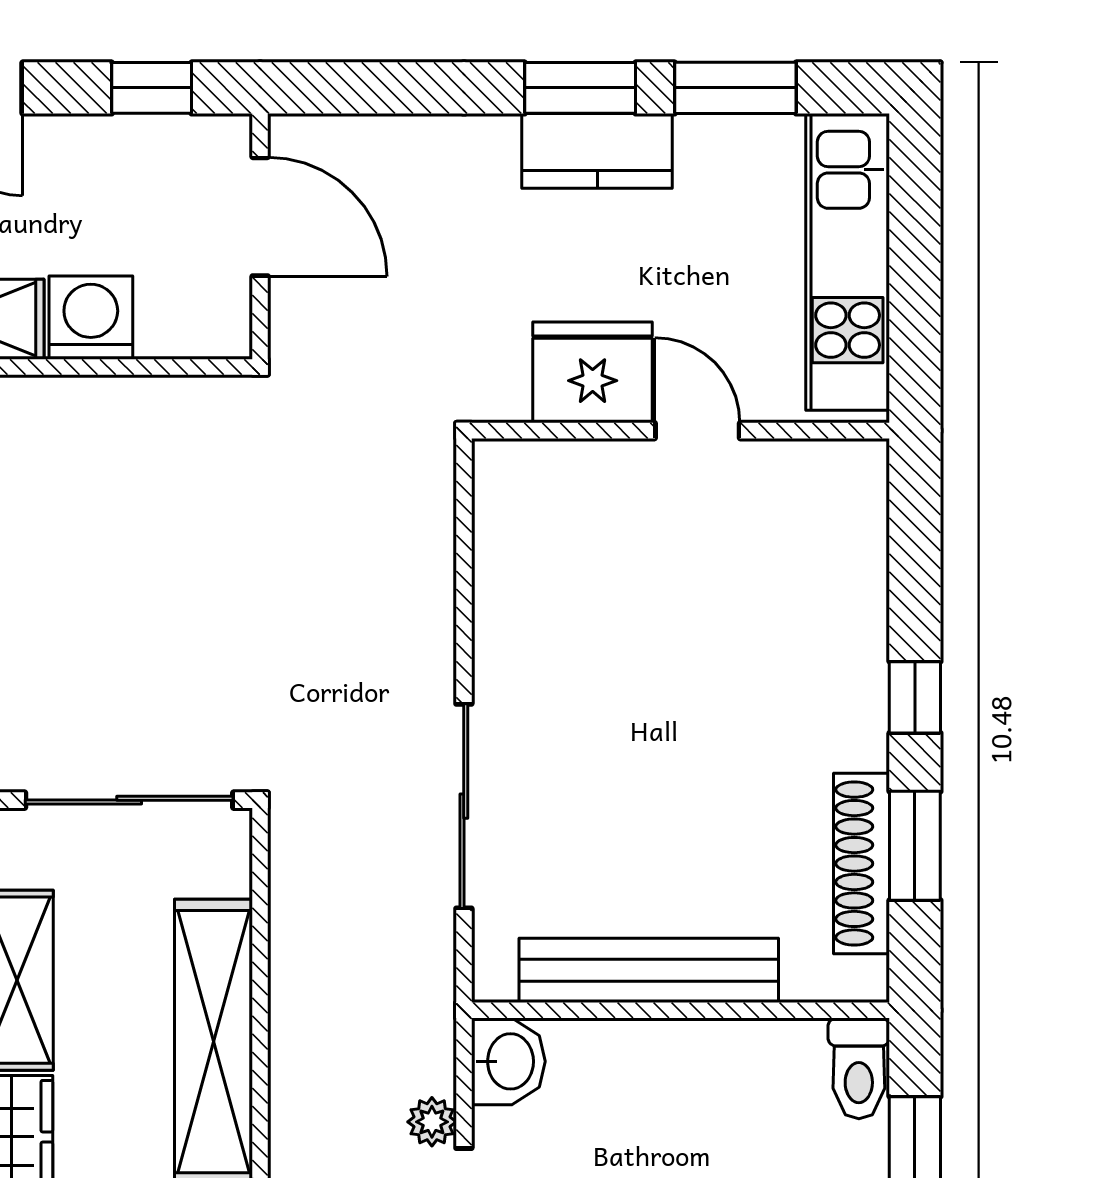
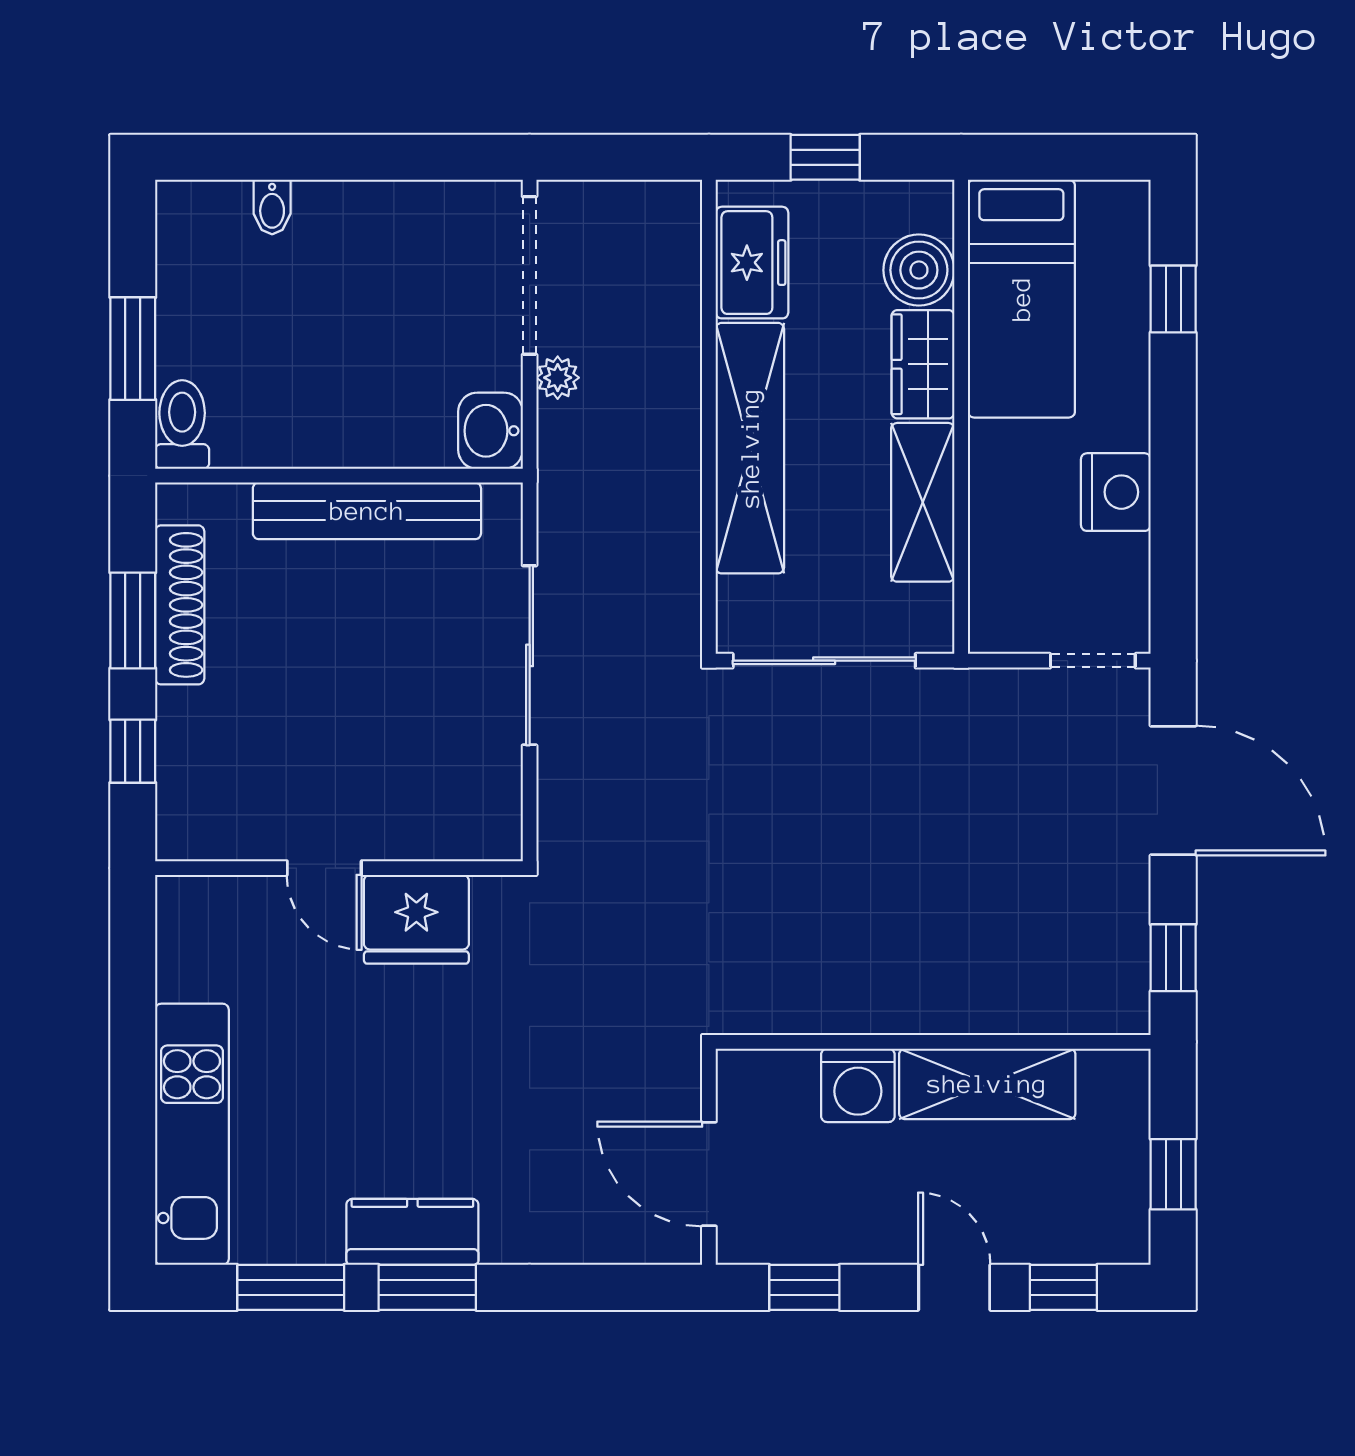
fridge: (593, 372) -> (416, 919), moved
wall: (681, 431) -> (339, 868), moved
door: (697, 431) -> (324, 868), moved

